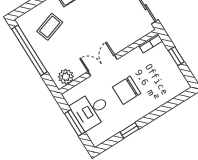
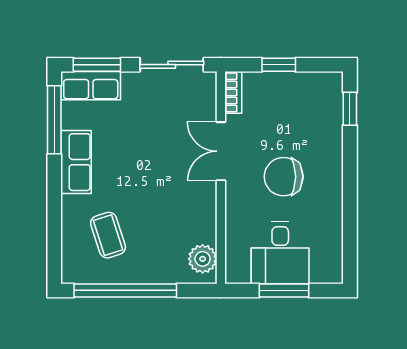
double door: (103, 65) -> (221, 151), moved
chair: (127, 90) -> (284, 177), turned 90
window: (130, 130) -> (350, 109), moved

